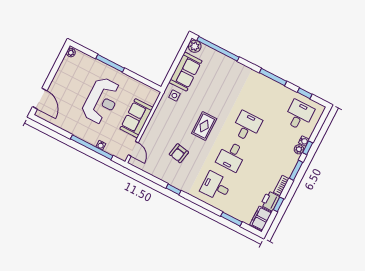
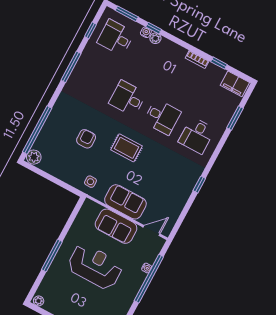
sofa: (185, 72) -> (125, 202), moved
armchair: (179, 153) -> (86, 139), moved, turned -102
window: (296, 170) -> (127, 14), moved
printer: (270, 201) -> (215, 73), removed

